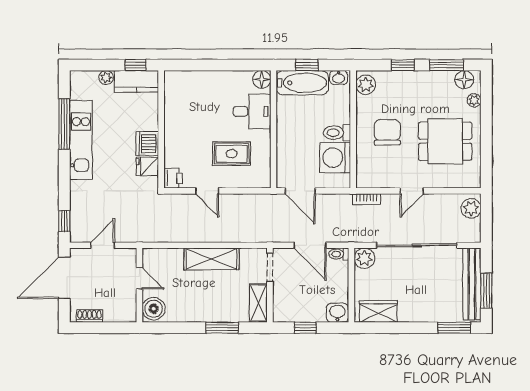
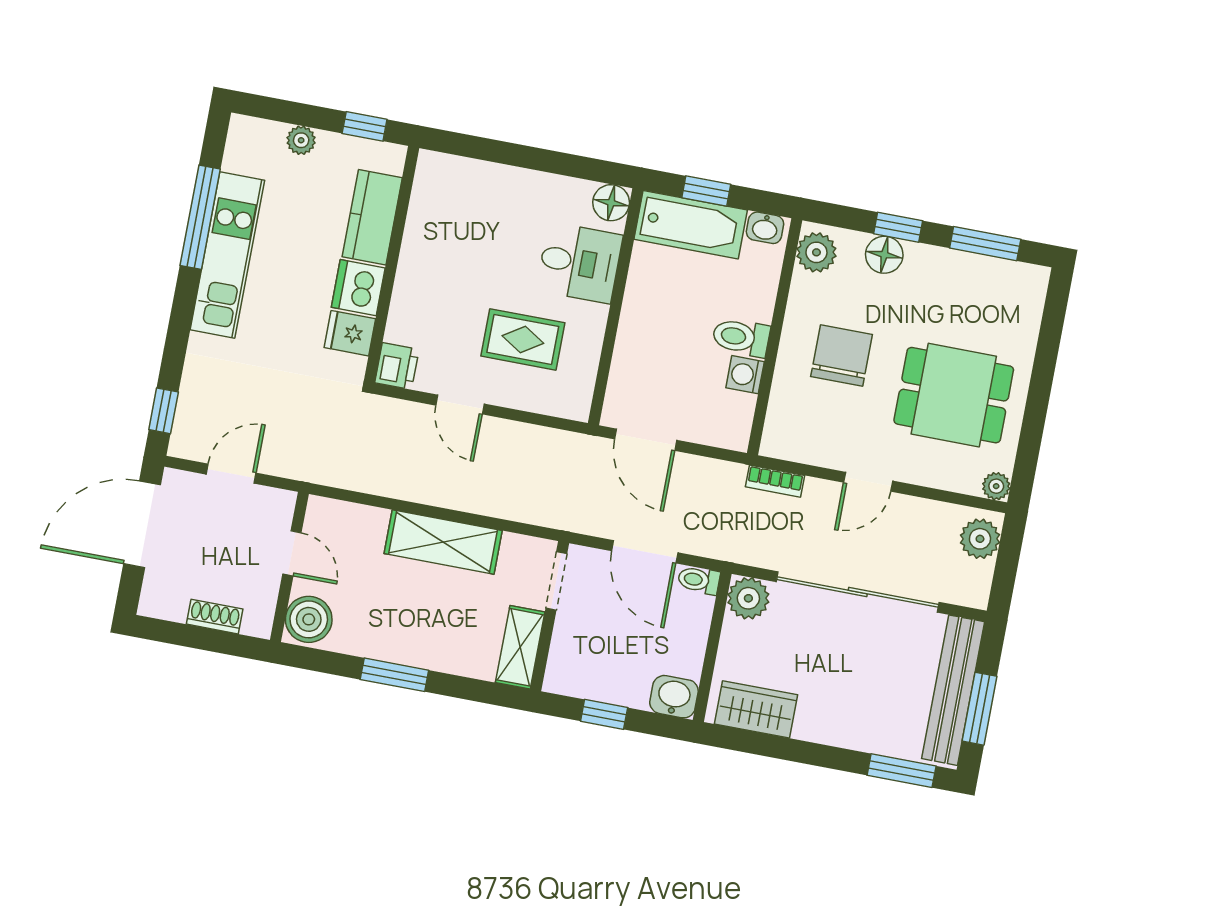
floor lamp: (464, 80) -> (884, 255), moved
kitchen counter: (137, 81) -> (372, 217), moved, turned 90
plant: (474, 100) -> (996, 486), moved
washing machine: (335, 158) -> (745, 375), width x0.53, depth x0.53
shoe rack: (89, 316) -> (215, 617), moved
window: (222, 328) -> (394, 675), moved

